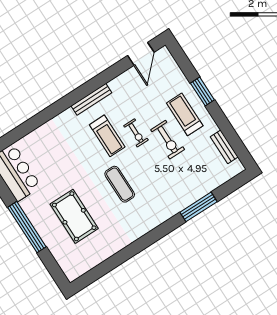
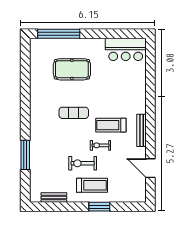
door: (141, 54) -> (150, 168), moved
window: (27, 227) -> (59, 34), moved

